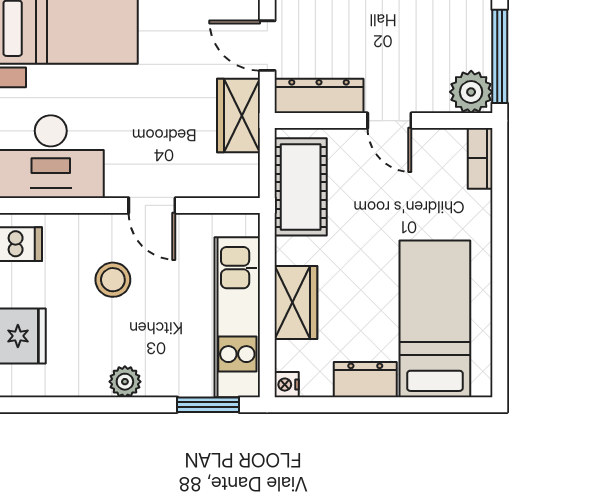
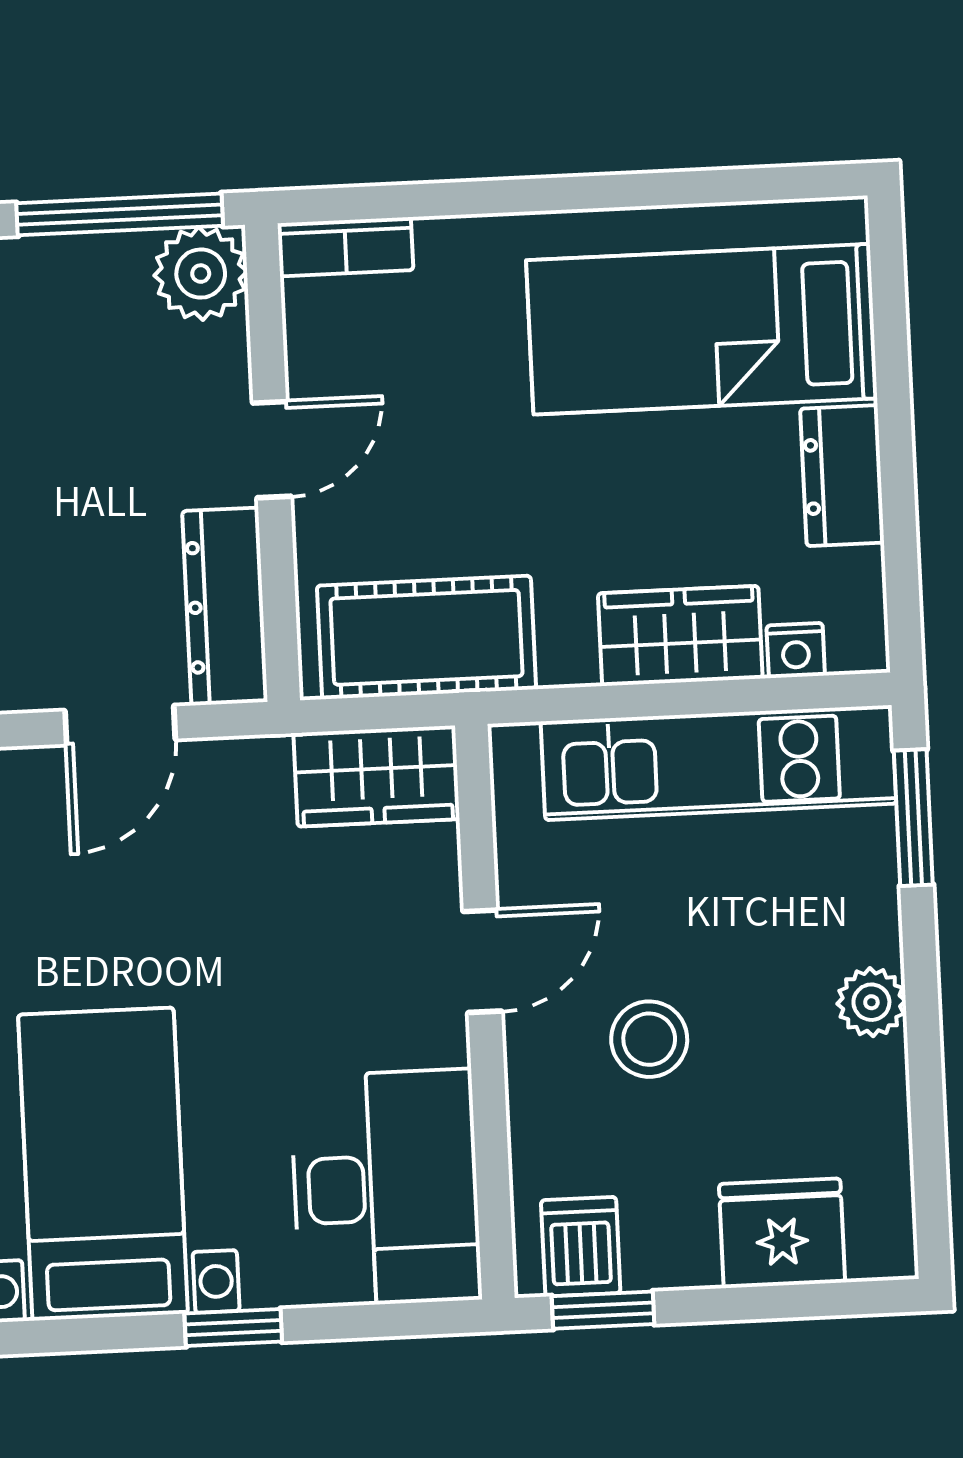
wardrobe: (238, 116) -> (376, 776), moved
nightstand: (287, 385) -> (796, 651), moved

